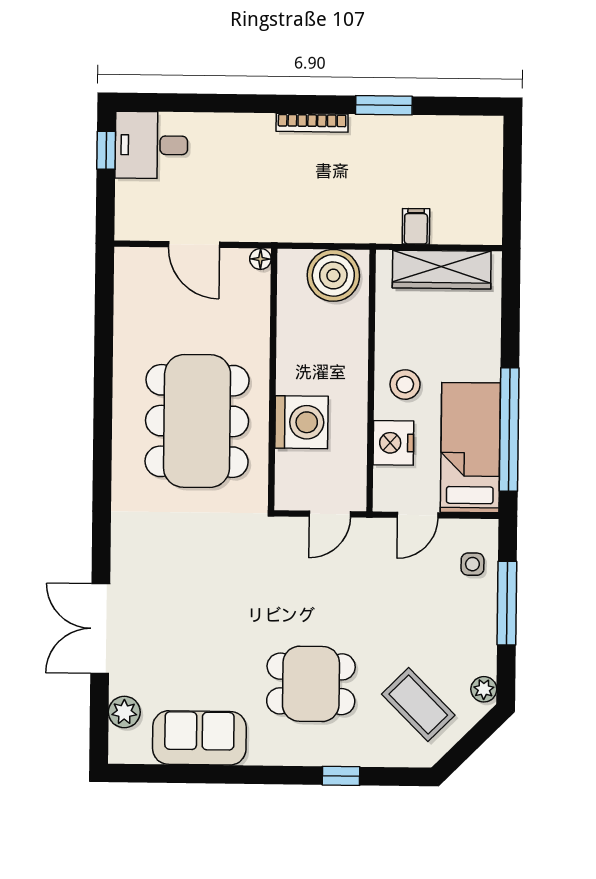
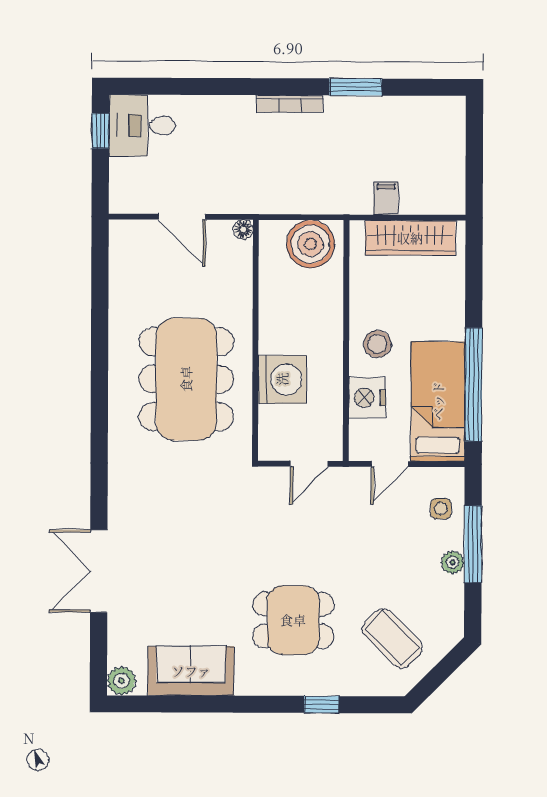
plant: (484, 689) -> (453, 562), moved
plant: (124, 712) -> (122, 681), moved

